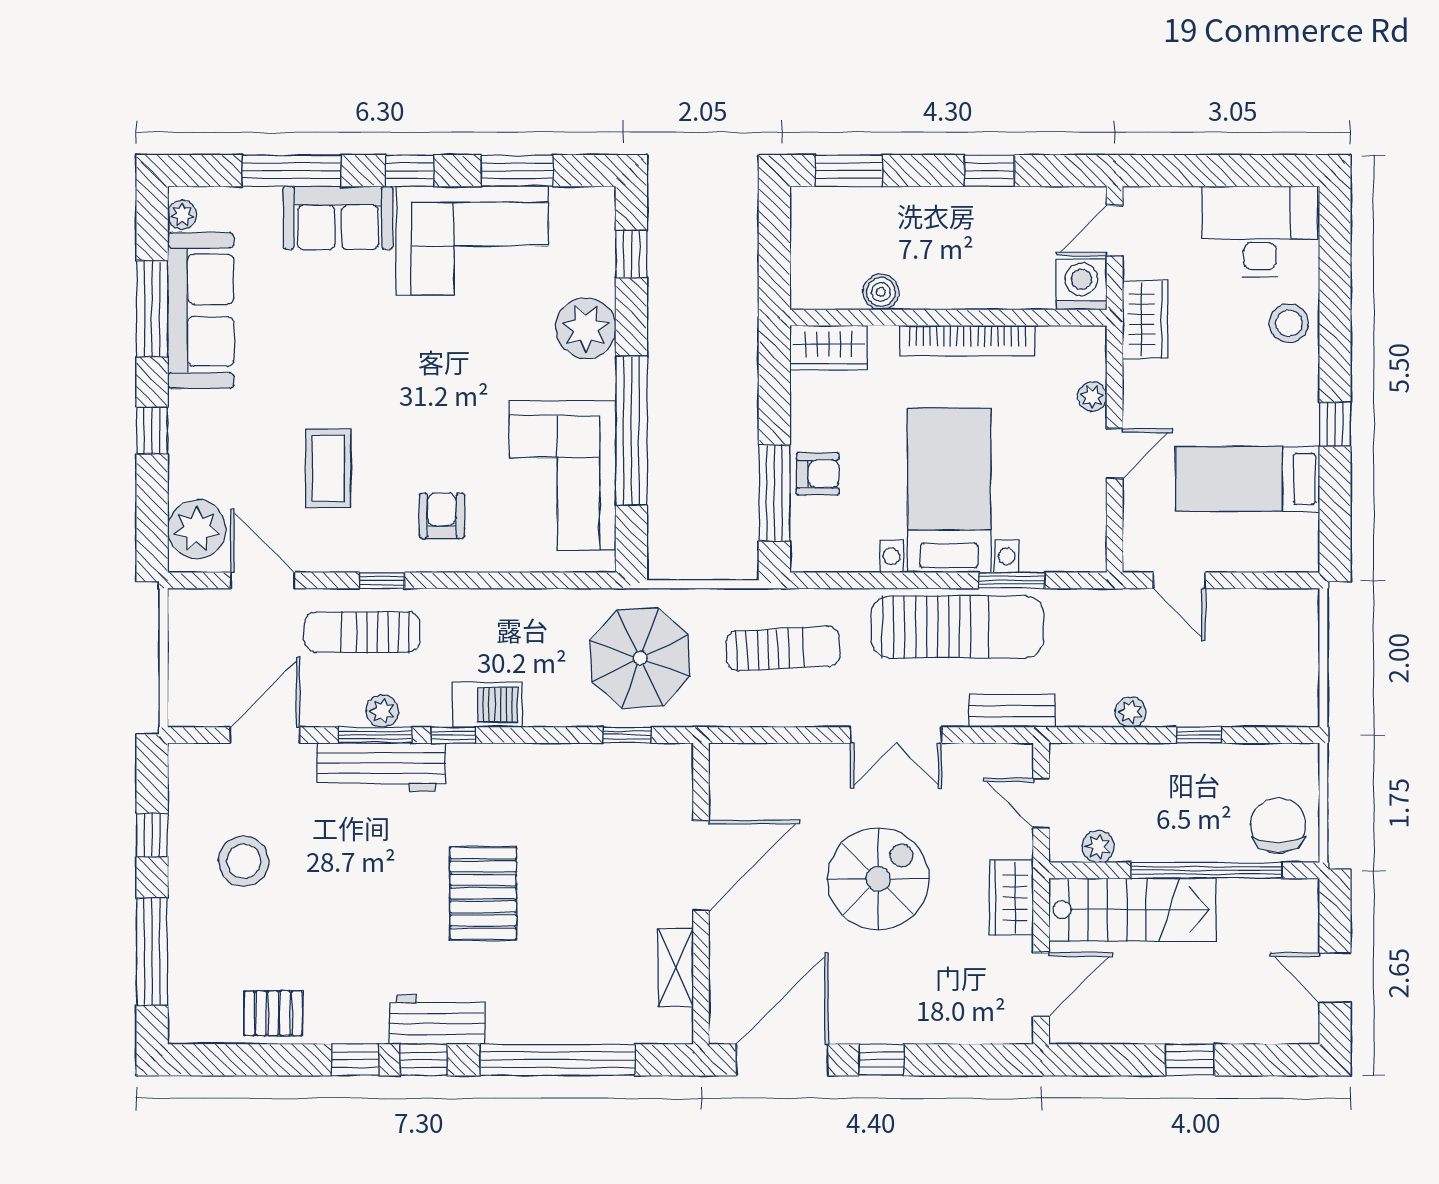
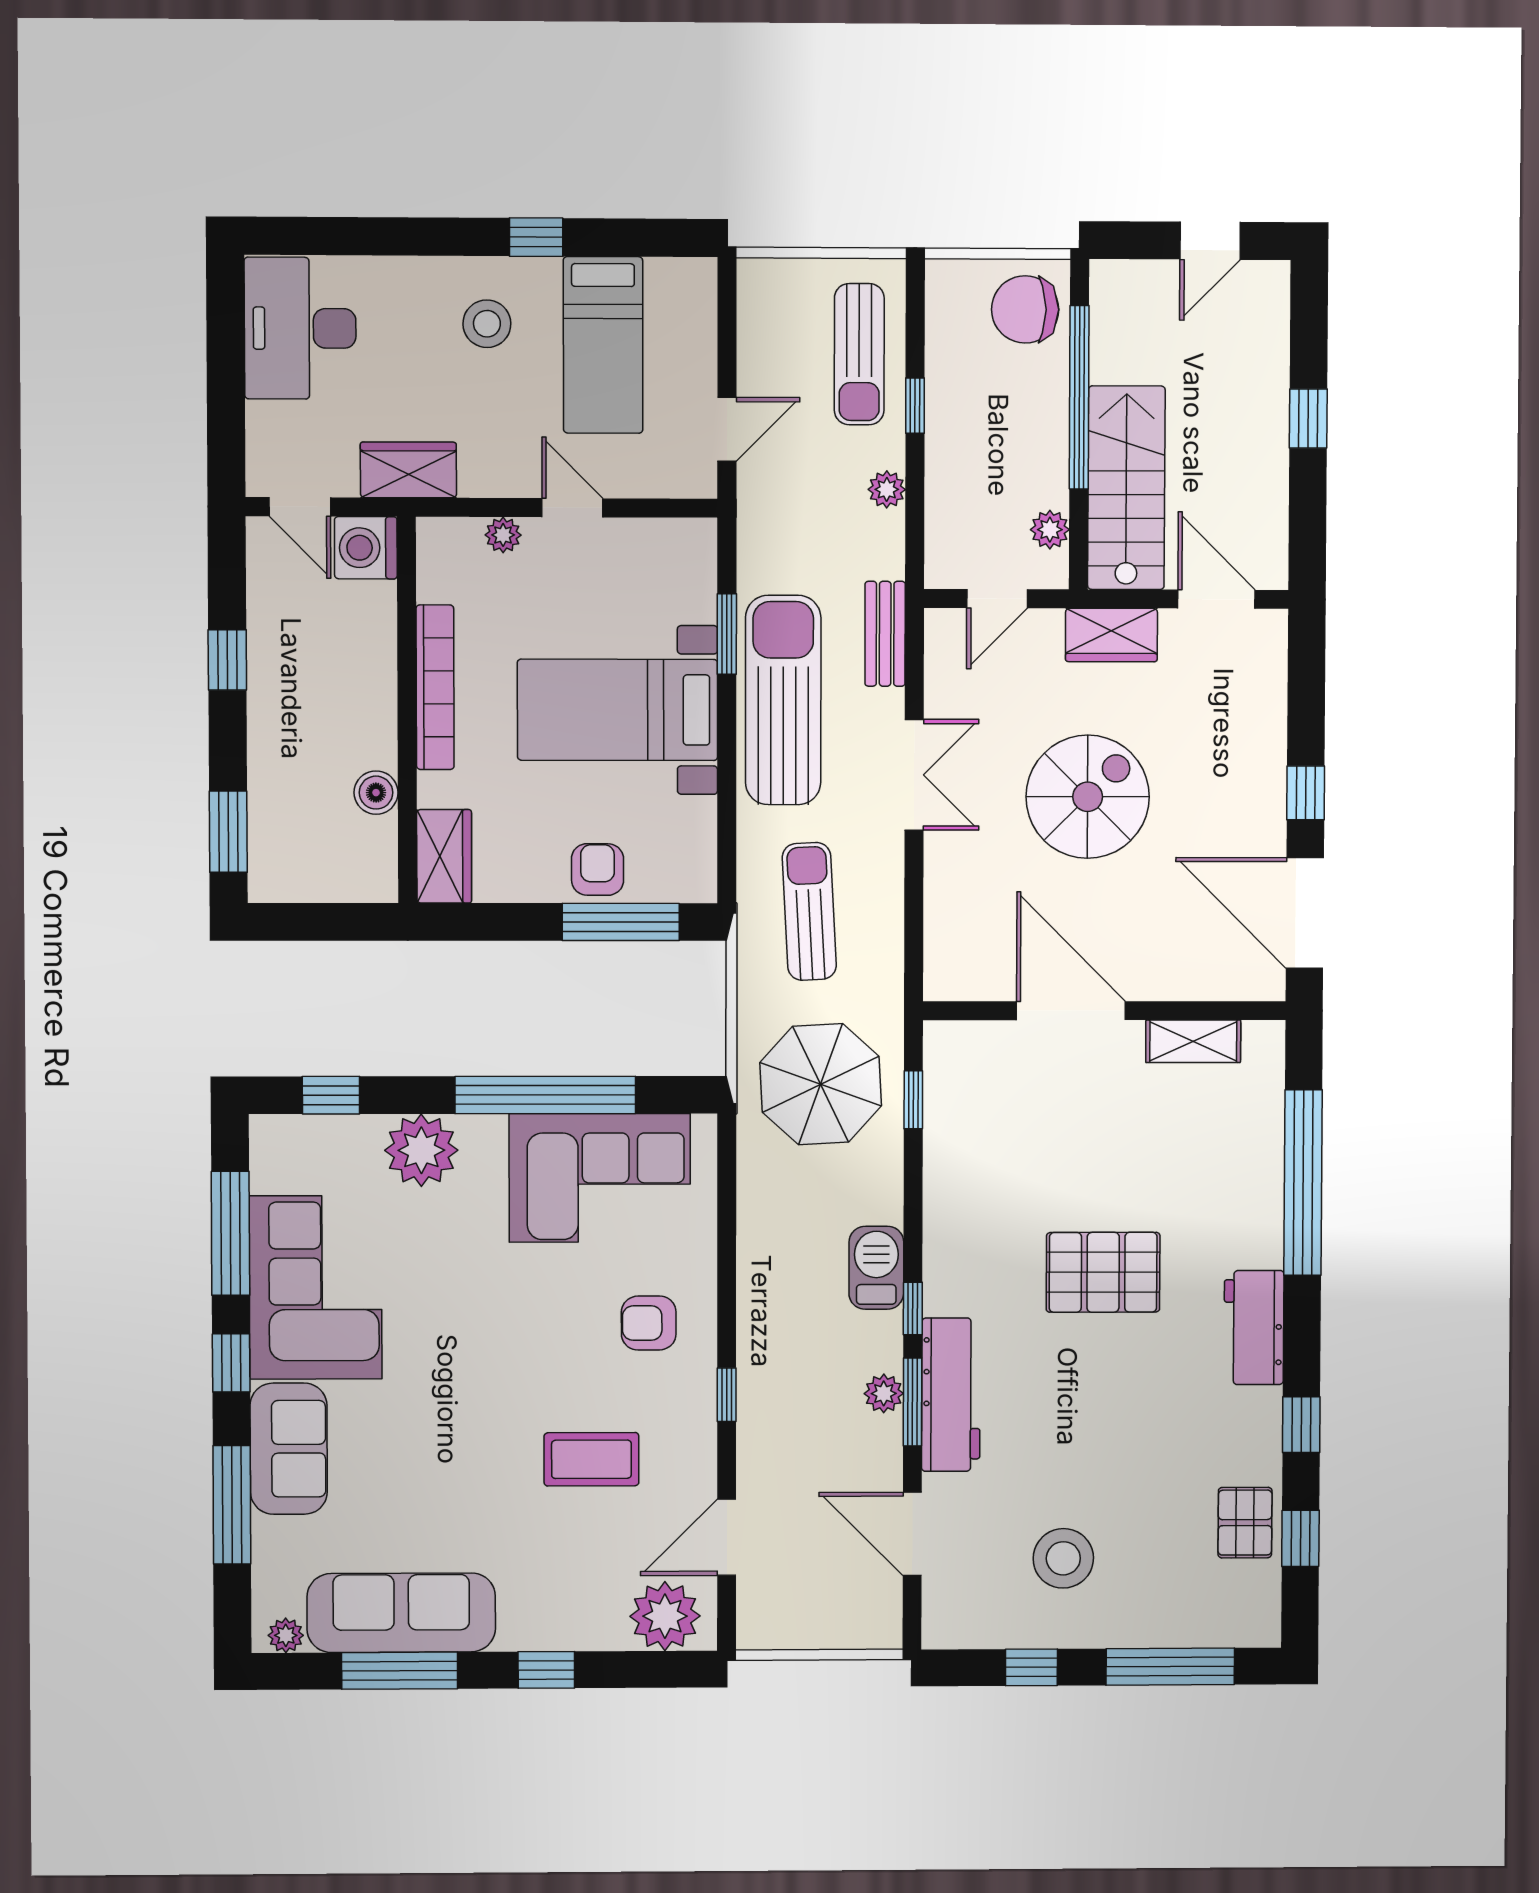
window: (517, 171) -> (230, 1233), width x1.44
stool: (1289, 323) -> (487, 324), moved
sun lounger: (362, 632) -> (859, 354), moved
spiral stairs: (878, 879) -> (1088, 797), turned 90
window: (424, 1060) -> (1300, 1538), moved

